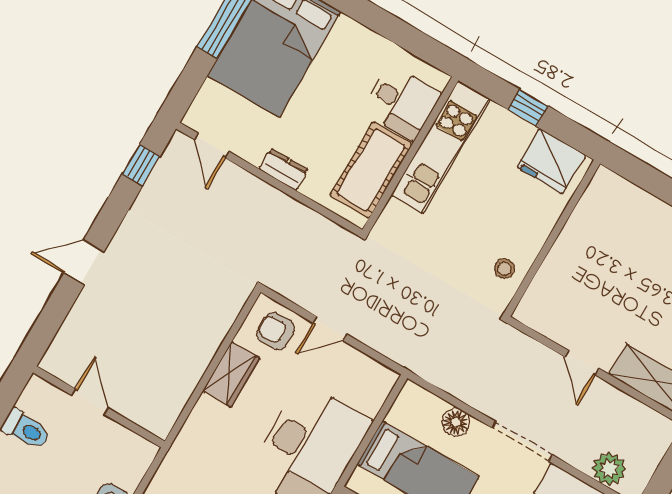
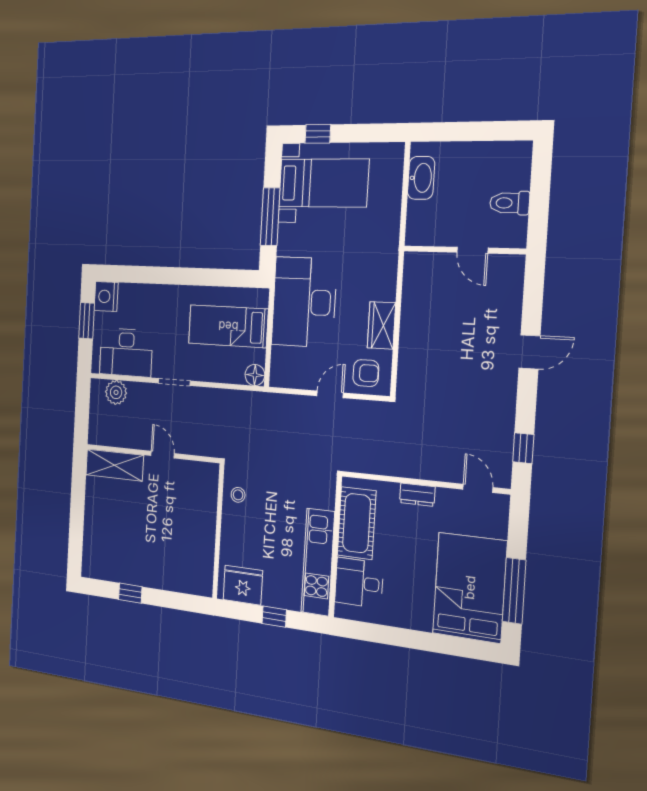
floor lamp: (456, 422) -> (255, 375), moved
doorway: (522, 441) -> (174, 382), width x0.73

